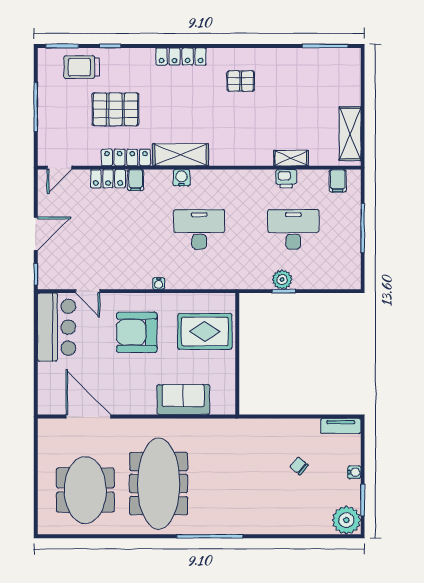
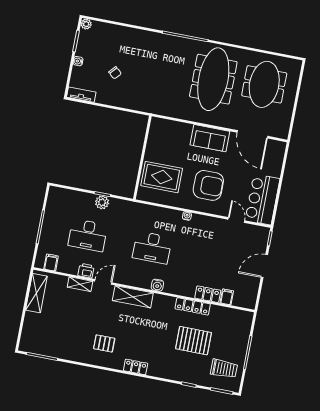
locker: (181, 56) -> (136, 367), width x0.66
trolley: (82, 67) -> (224, 369), moved
shelving: (181, 155) -> (133, 297), moved
door: (59, 168) -> (103, 282), moved
filing cabinet: (136, 180) -> (227, 297), moved
sofa: (183, 400) -> (210, 138), moved
plant: (346, 520) -> (86, 24), width x0.53, depth x0.53

